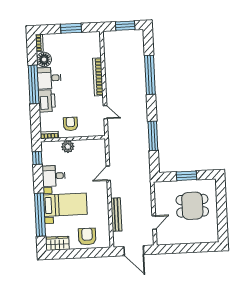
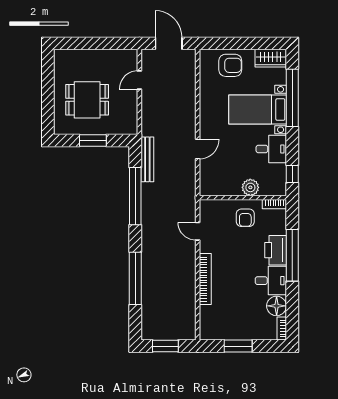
window: (34, 84) -> (292, 255), moved
window: (153, 136) -> (135, 196), width x1.46
bench: (116, 215) -> (147, 159), moved
armchair: (87, 237) -> (230, 65), turned -90

